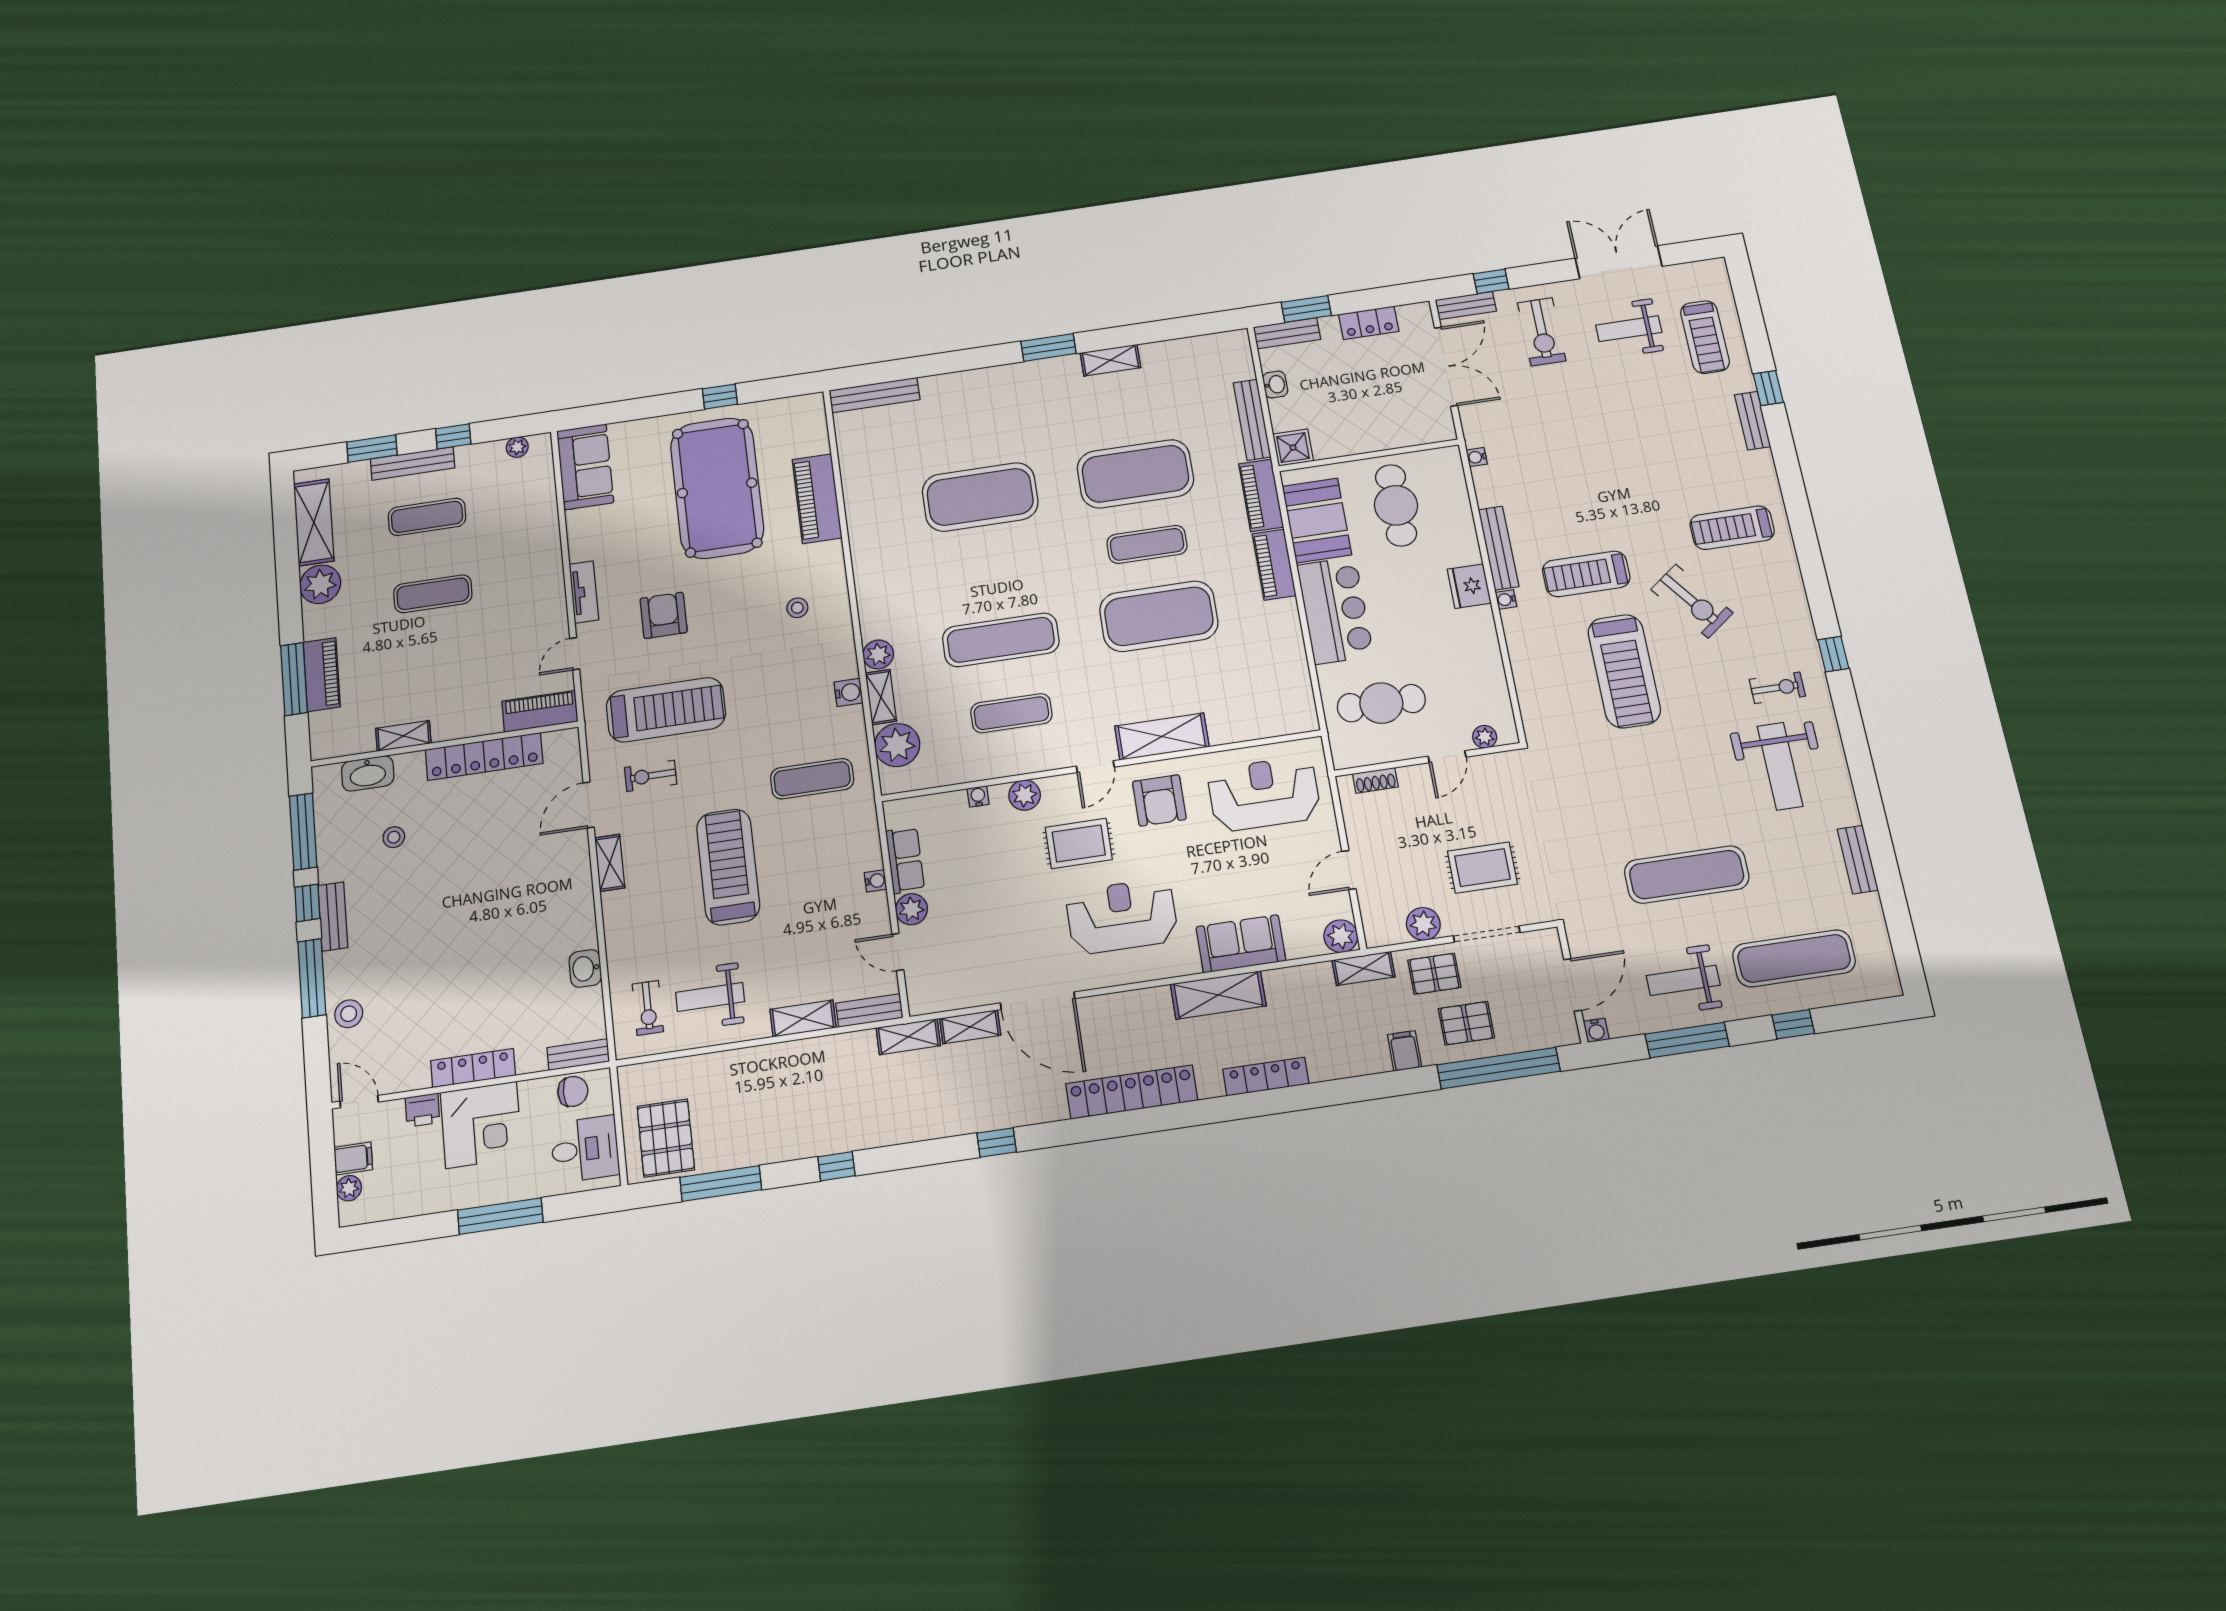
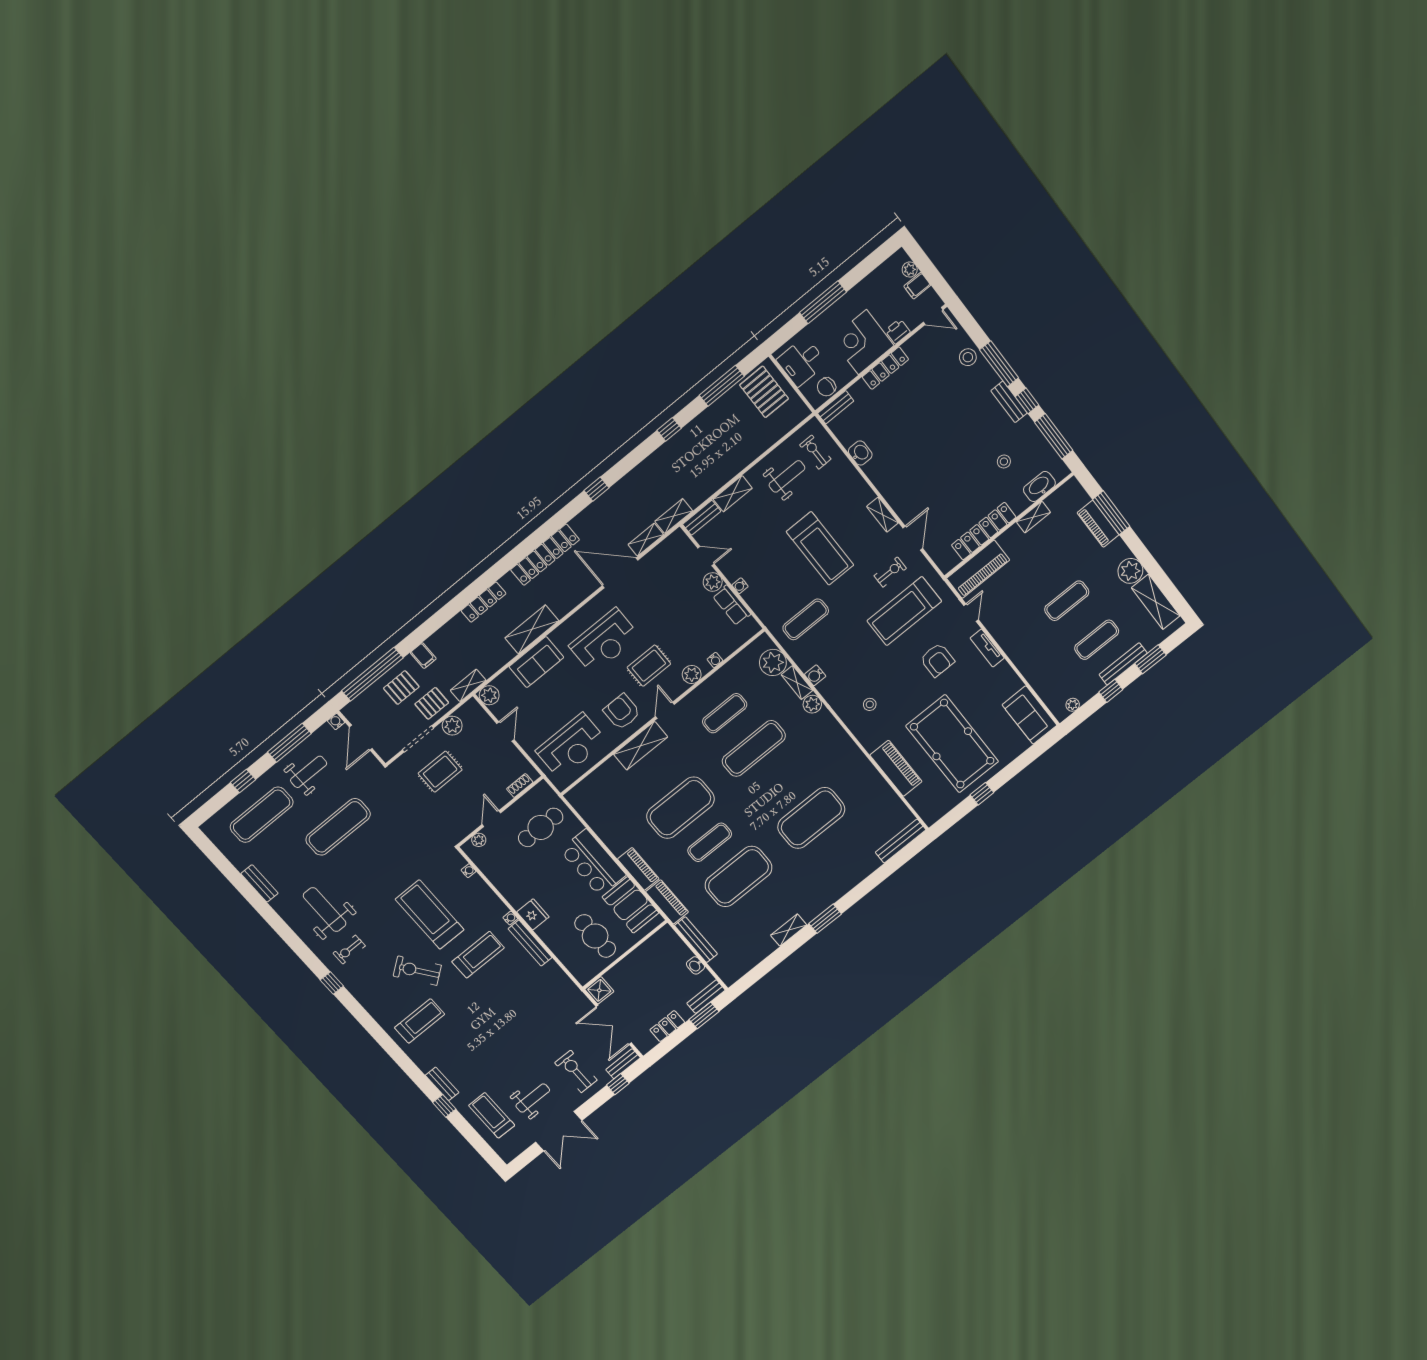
shower: (1293, 448) -> (599, 990), moved
water cooler: (1477, 457) -> (469, 871), moved
piano: (540, 711) -> (978, 569), width x1.37, depth x1.33

